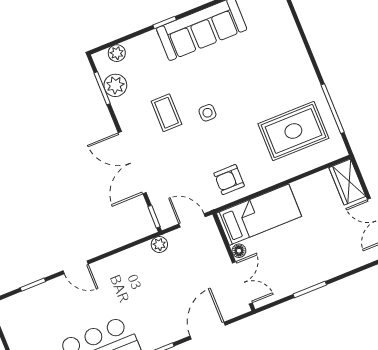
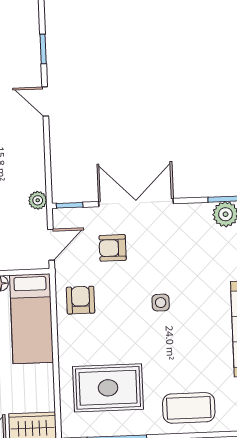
coffee table: (166, 113) -> (189, 408), moved, width x1.36, depth x1.30
rug: (293, 131) -> (108, 388), turned 90
armchair: (177, 169) -> (113, 248), added
door: (76, 267) -> (45, 102), hinge flipped

